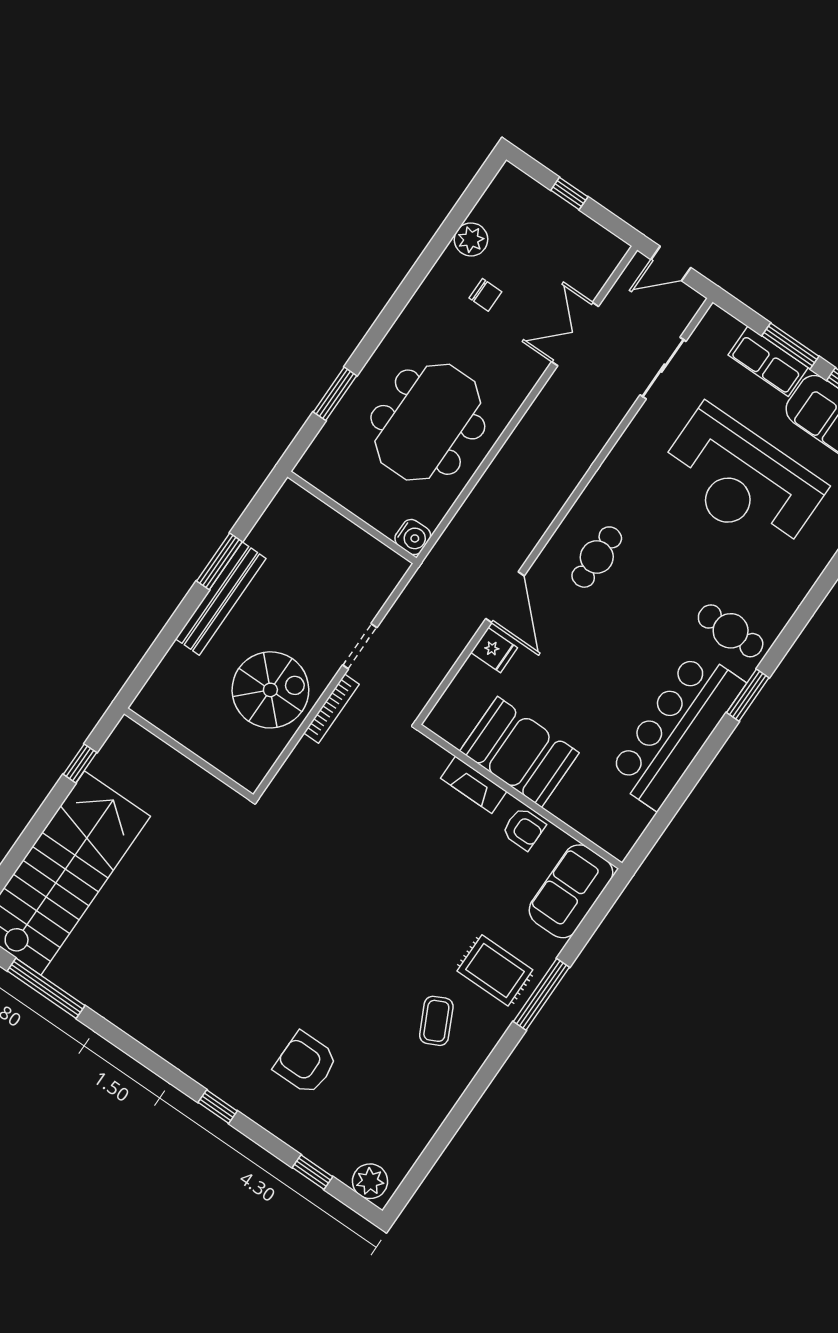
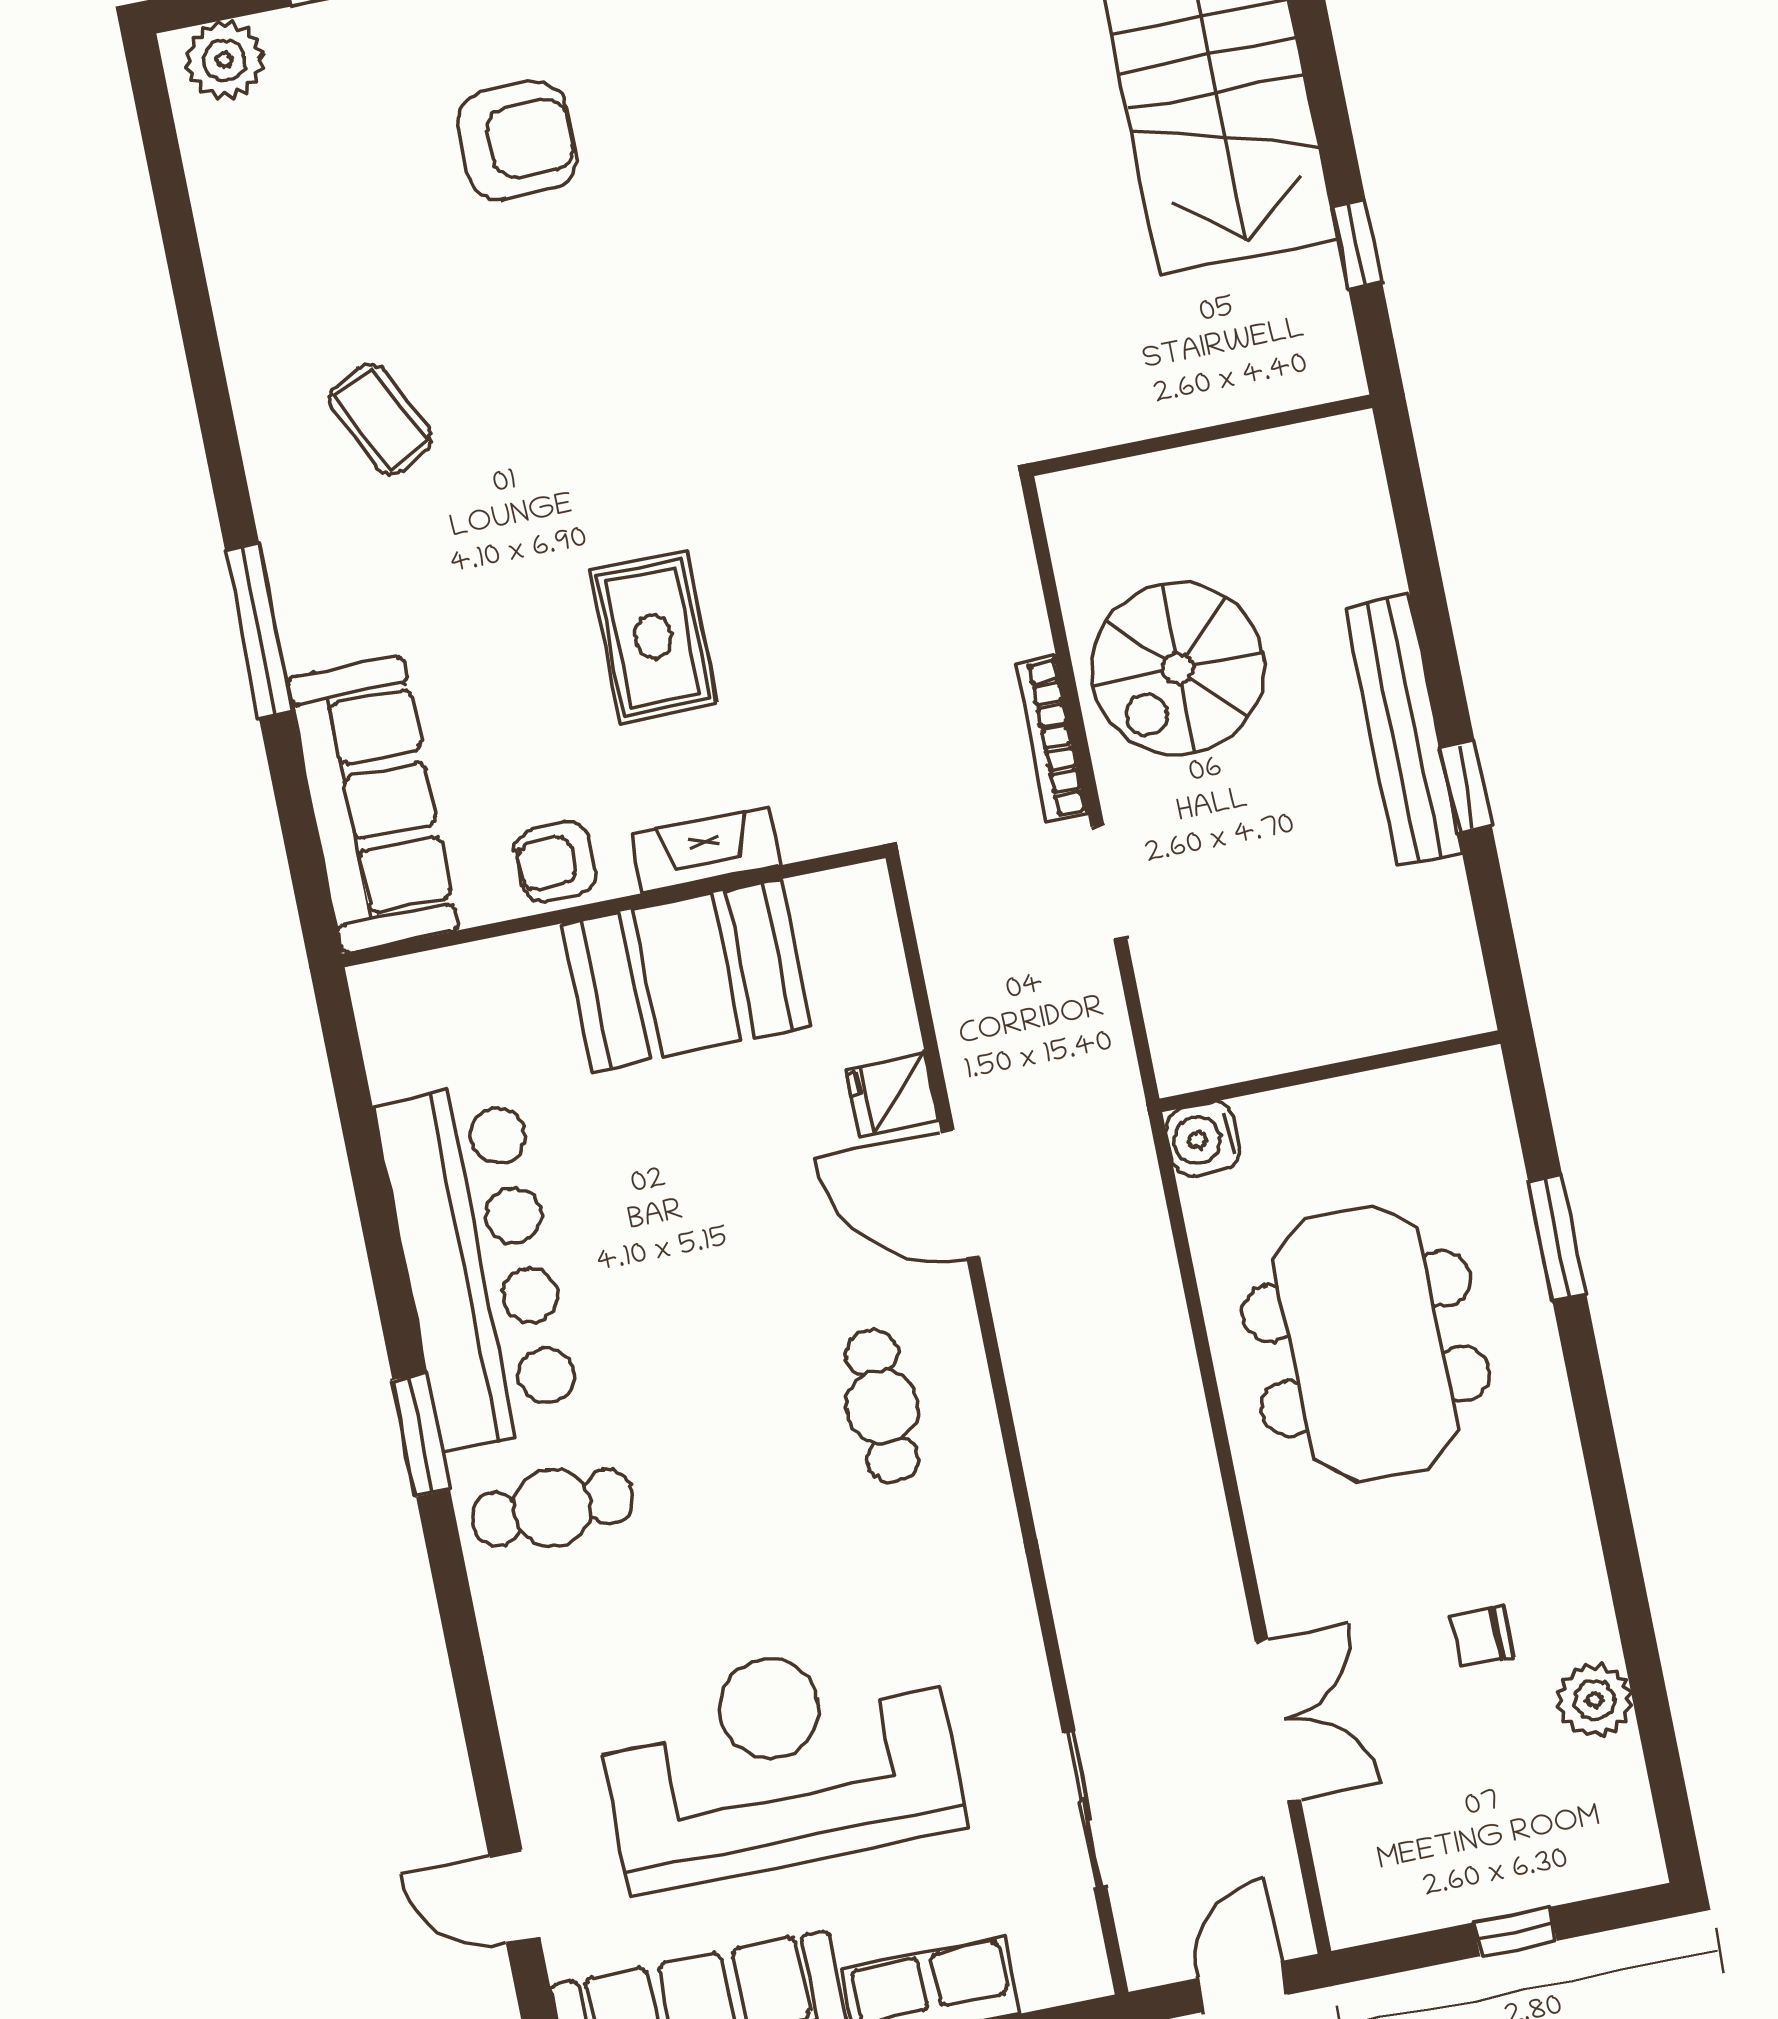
window: (219, 561) -> (1466, 787), width x0.67
sofa: (571, 891) -> (373, 804), width x1.36
rug: (495, 970) -> (653, 637), moved, turned 90

